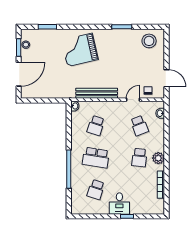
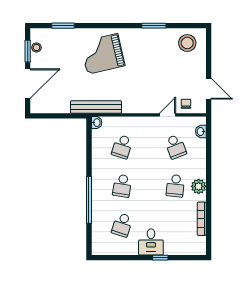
bench: (97, 93) -> (96, 107), moved
school desk: (96, 158) -> (122, 186), width x0.54

